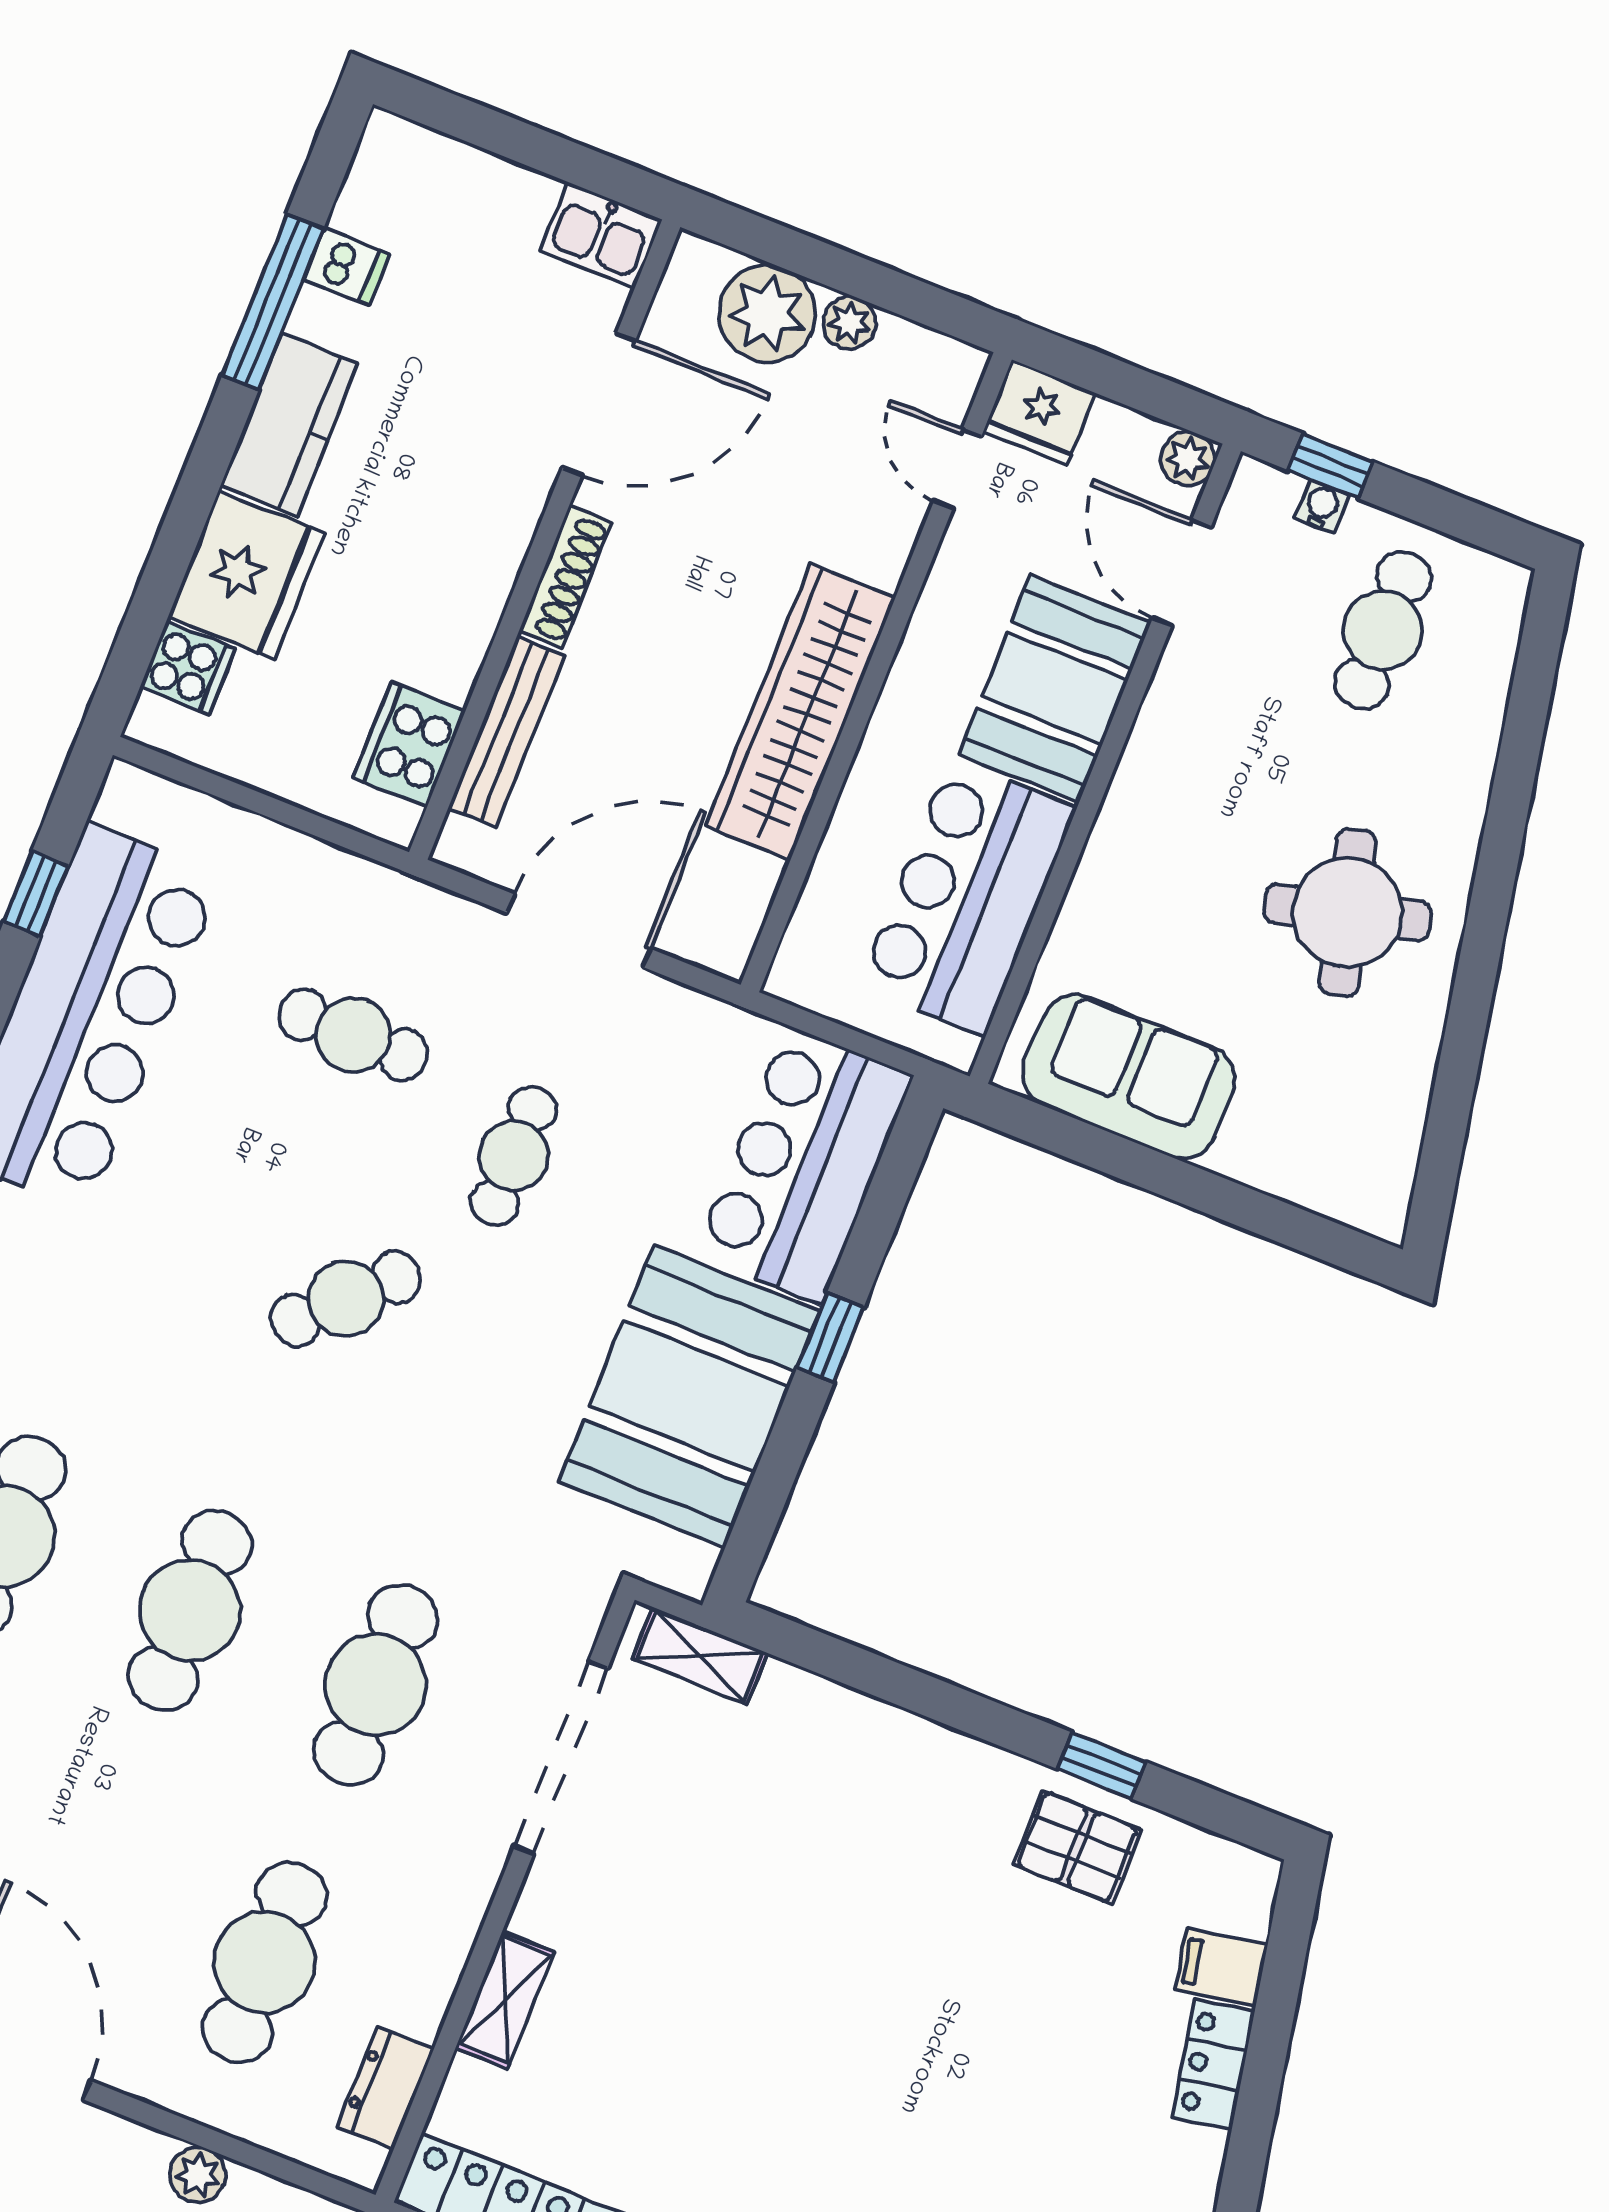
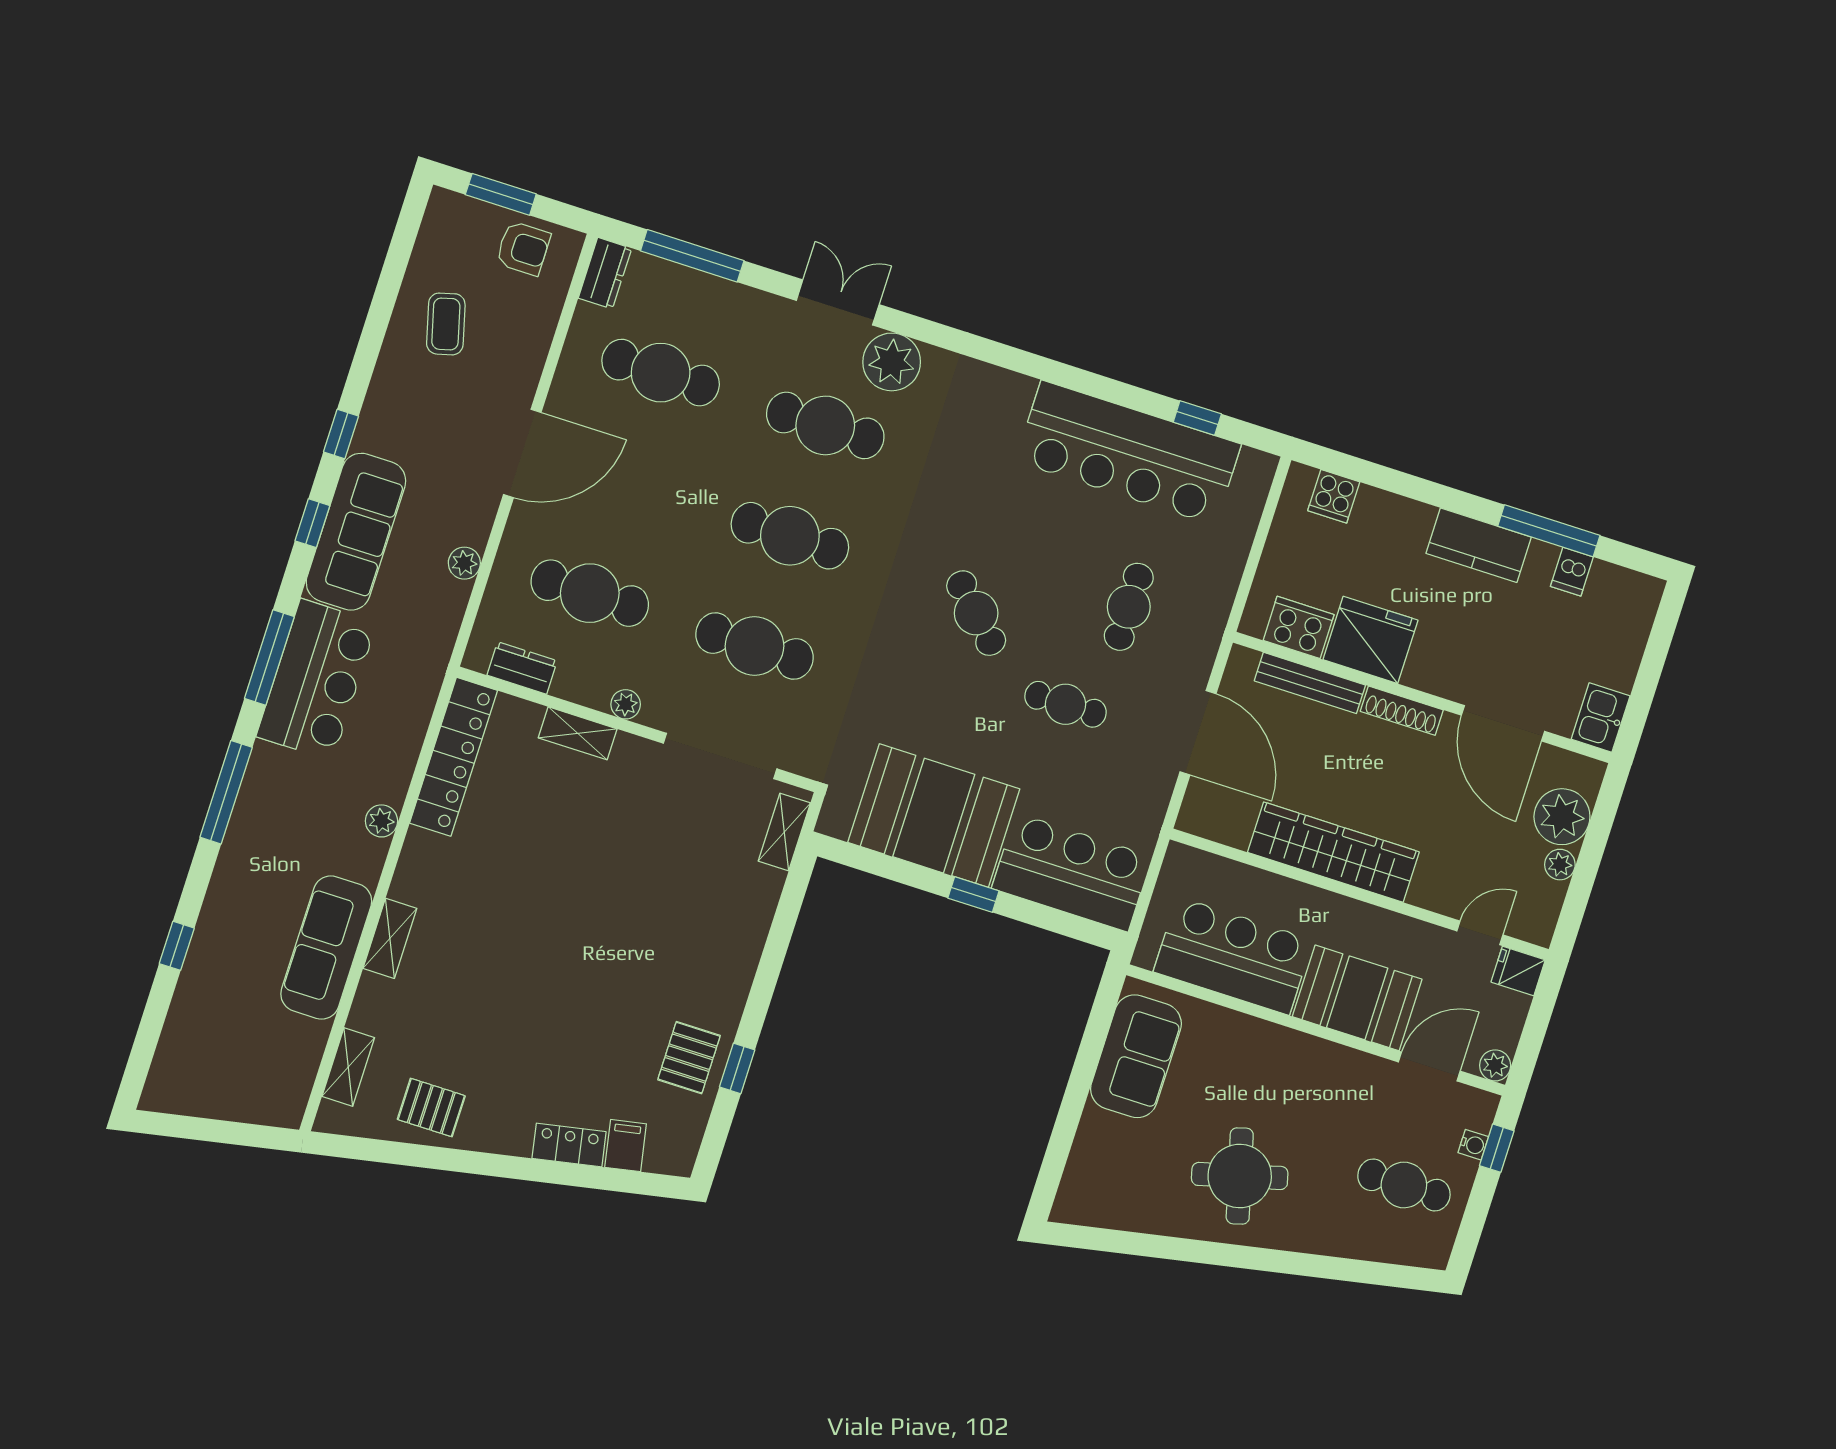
fridge: (1039, 412) -> (1518, 971), width x0.72
fridge: (247, 575) -> (1370, 640), moved, turned 180
plant: (461, 1914) -> (626, 704), added

